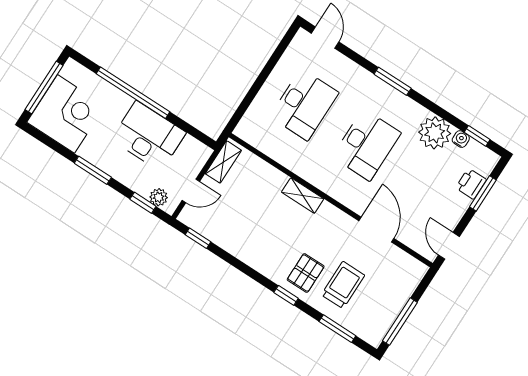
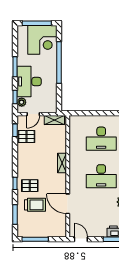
corner desk: (66, 114) -> (42, 40), moved
desk: (149, 136) -> (29, 82), moved, turned 180
door: (191, 191) -> (33, 114), hinge flipped
pallet: (221, 226) -> (26, 137), added
door: (376, 230) -> (68, 204), swing flipped
door: (449, 246) -> (81, 239), hinge flipped

